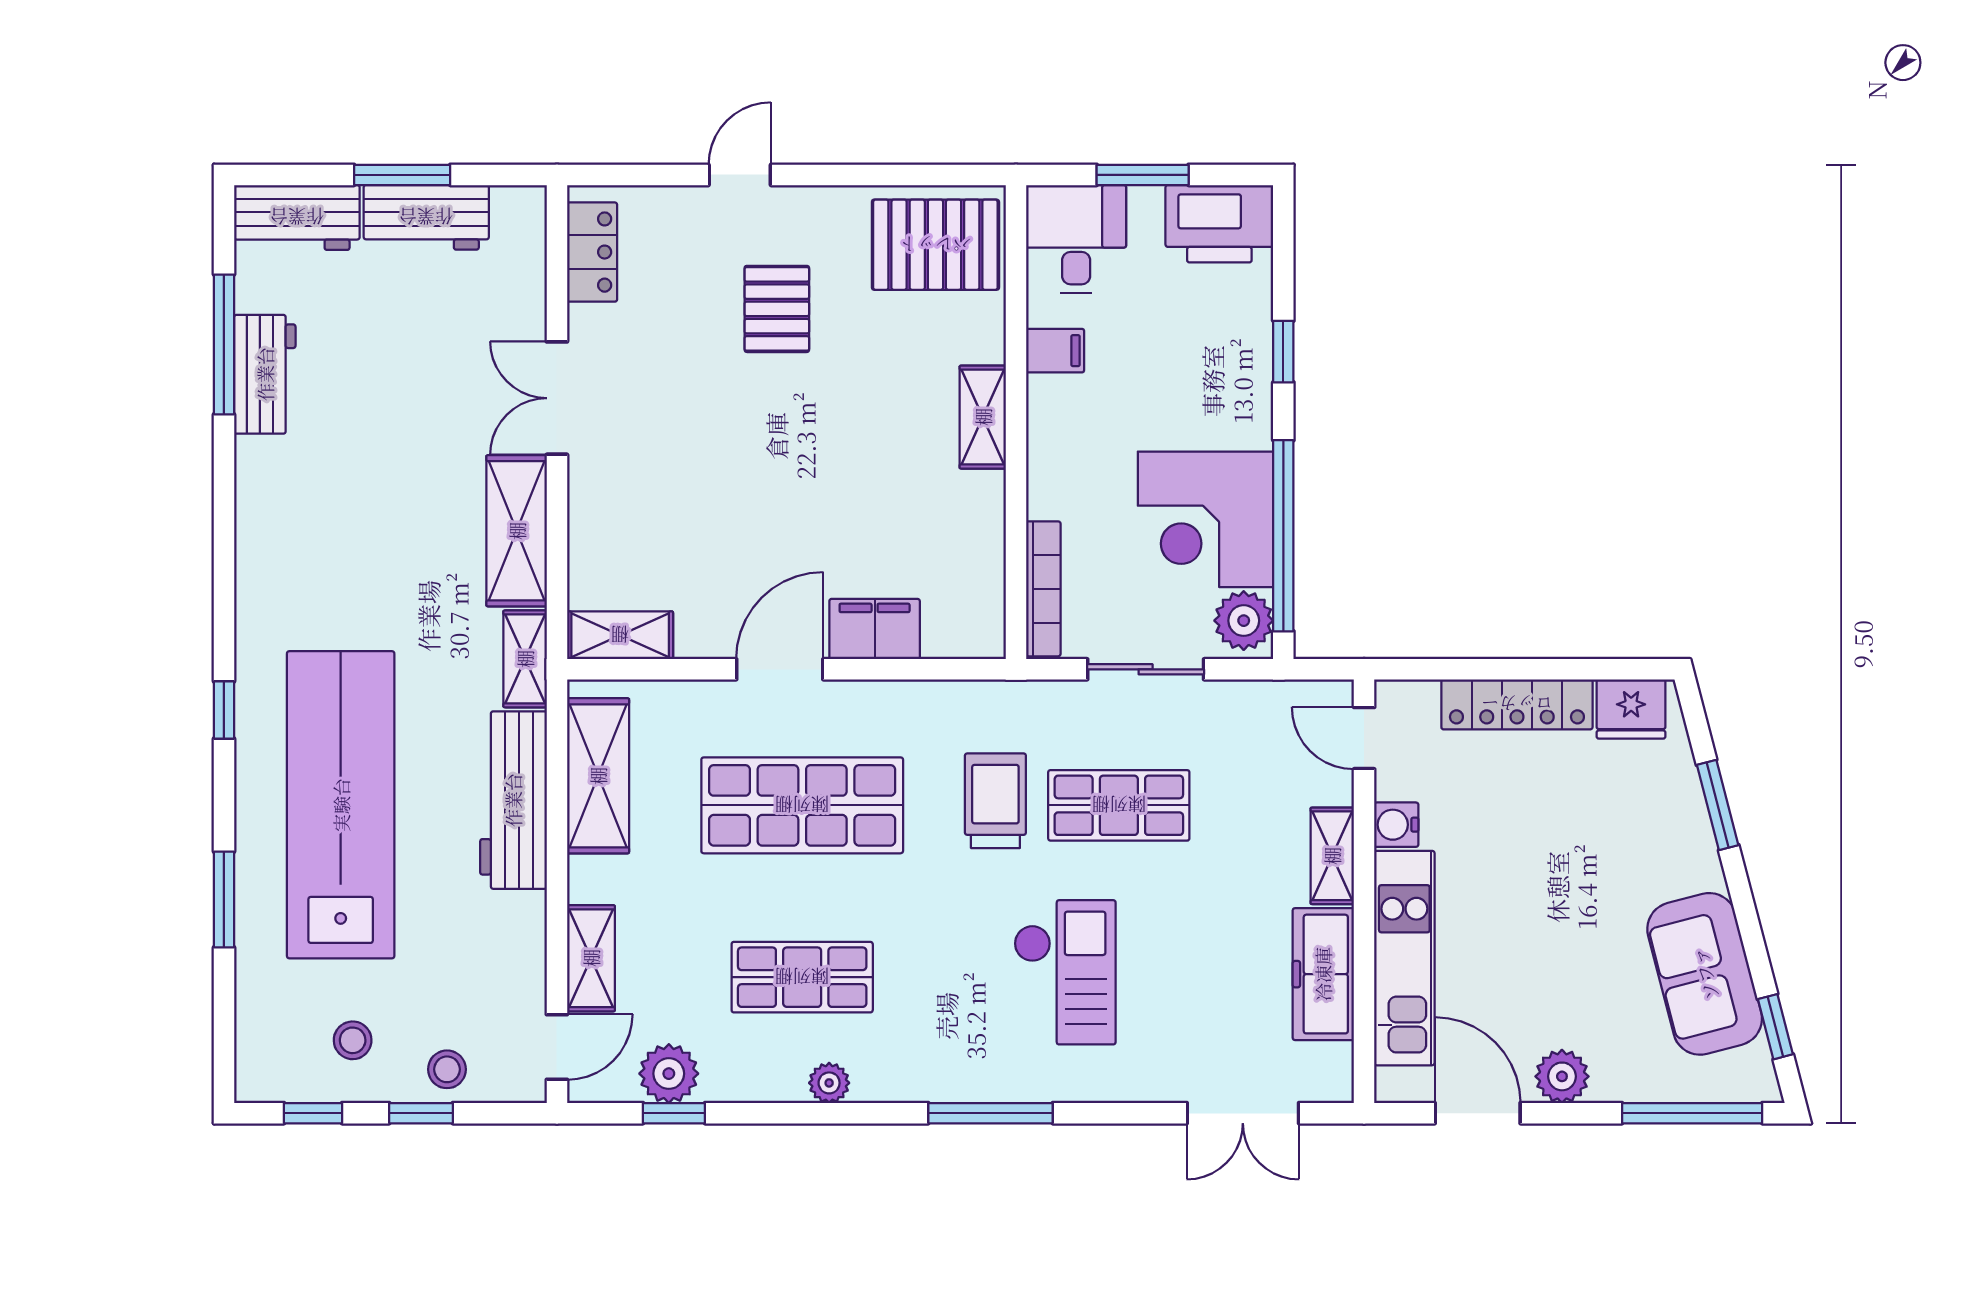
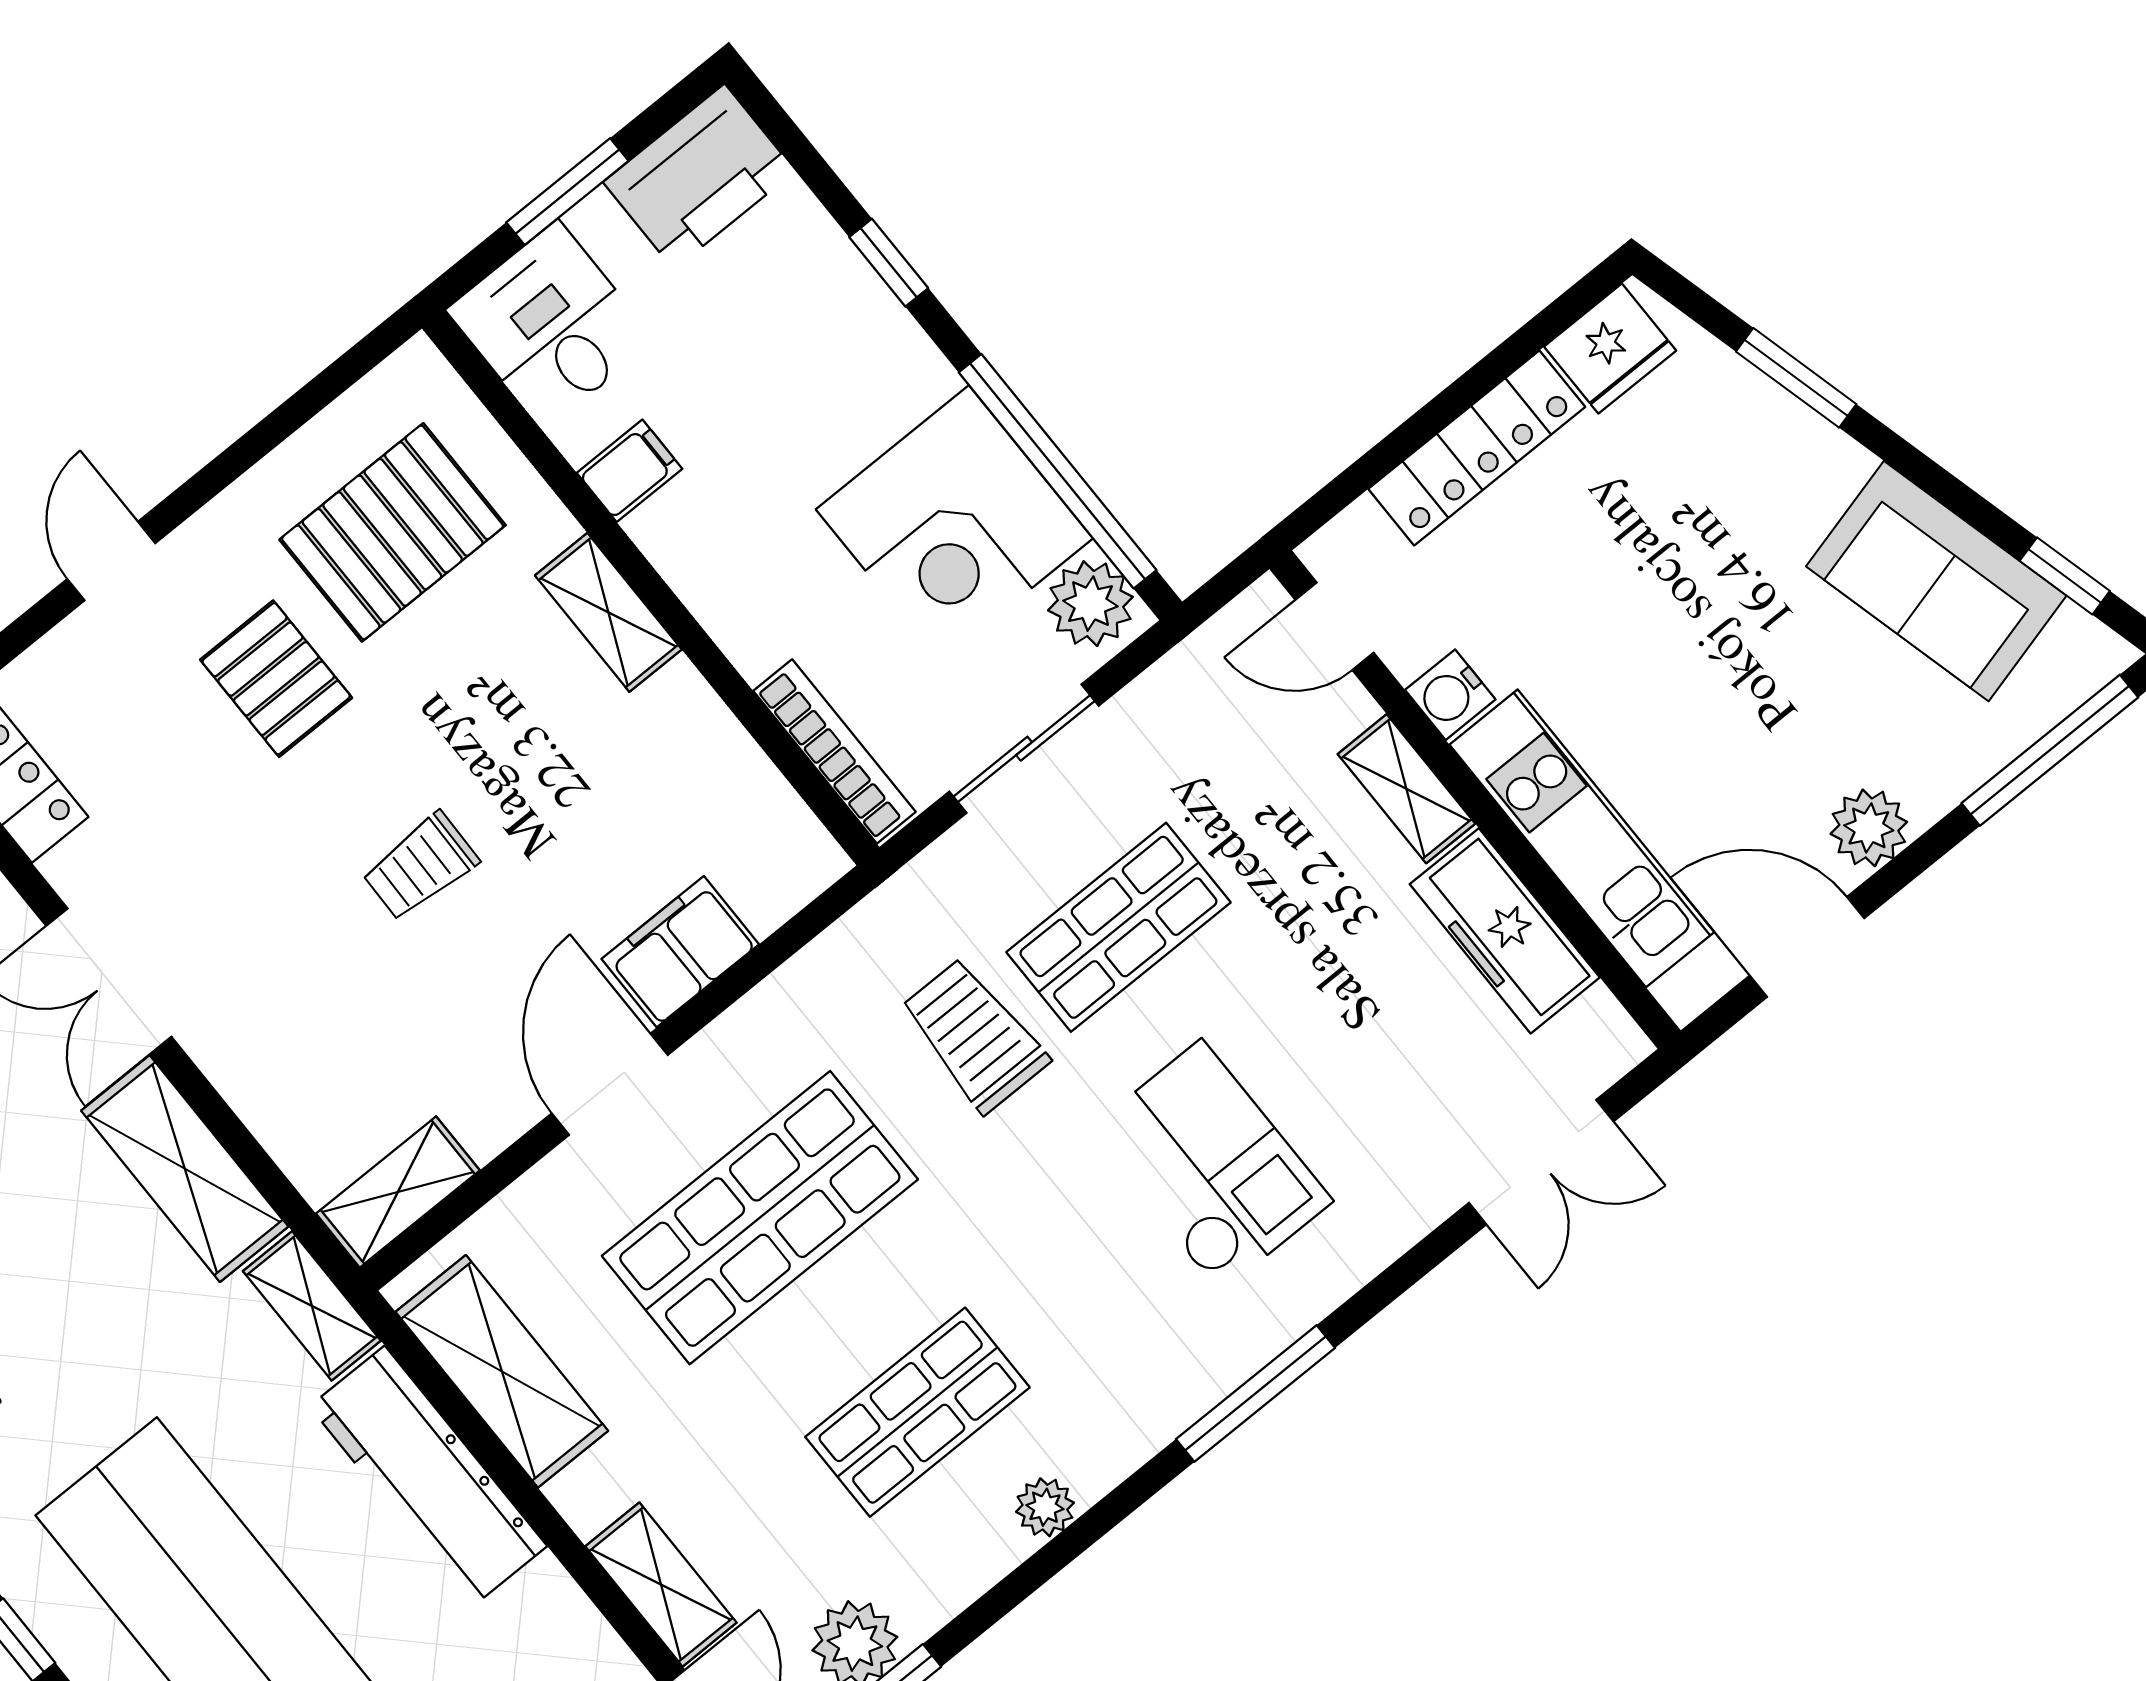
pallet: (935, 245) -> (393, 532), moved
trolley: (773, 471) -> (420, 866), added

